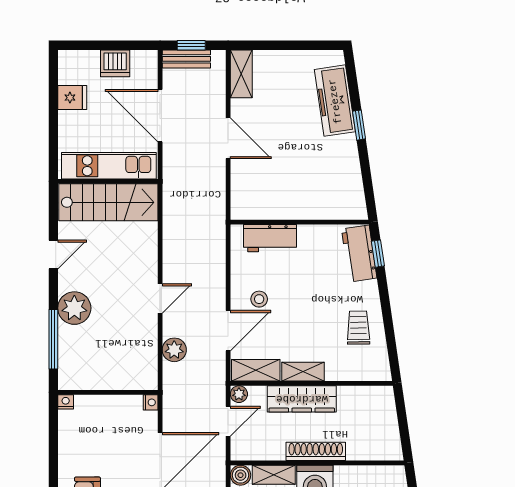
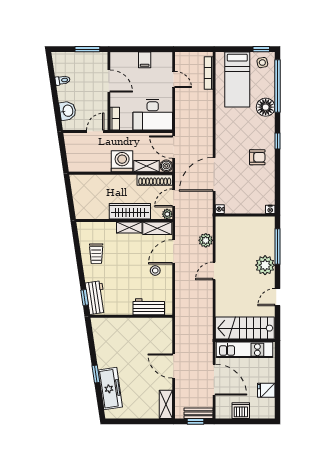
shoe rack: (316, 451) -> (155, 180), moved

